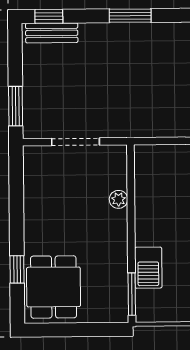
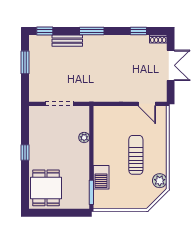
bench: (52, 33) -> (67, 41), moved
window: (16, 106) -> (25, 62), moved
window: (17, 269) -> (25, 153), moved

